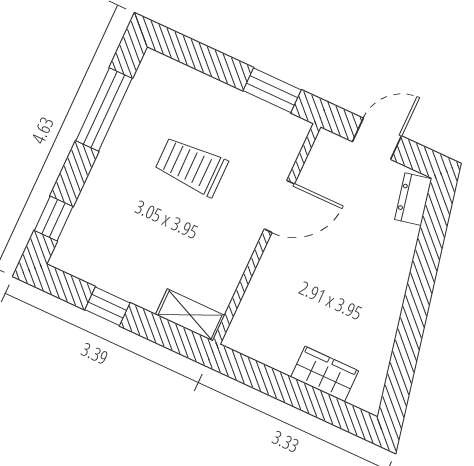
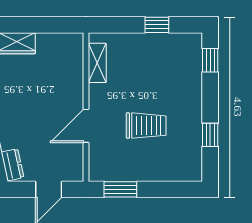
window: (104, 109) -> (210, 135), width x0.46
shelving: (190, 315) -> (97, 63), moved, turned 90

